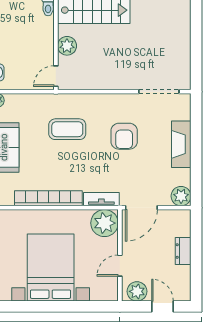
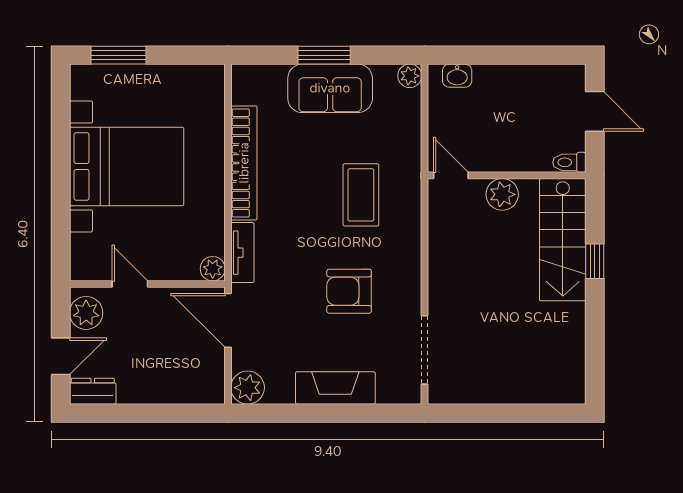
plant: (105, 223) -> (213, 269), width x0.53, depth x0.53
dresser: (183, 251) -> (93, 391), moved

